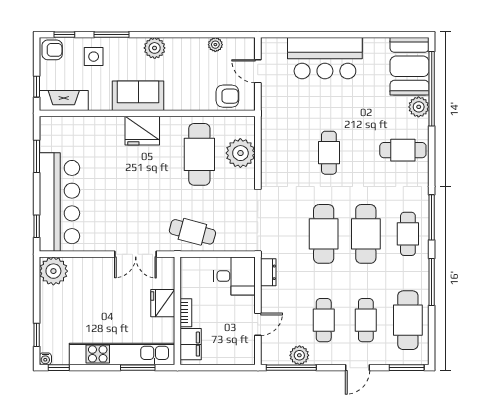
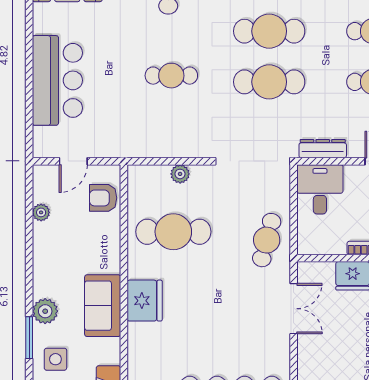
plant: (155, 48) -> (45, 311), moved
armchair: (227, 96) -> (103, 198), turned -90
plant: (240, 153) -> (180, 174), width x0.53, depth x0.53
dresser: (268, 272) -> (323, 149), width x1.44

